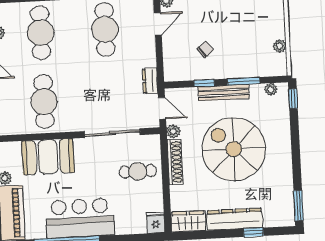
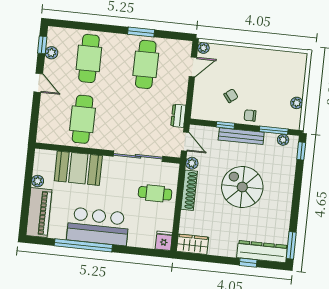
chair: (230, 68) -> (250, 115), added
window: (244, 81) -> (274, 130), moved
spiral stairs: (234, 149) -> (242, 187), width x0.73, depth x0.73
dresser: (235, 219) -> (262, 251), moved

